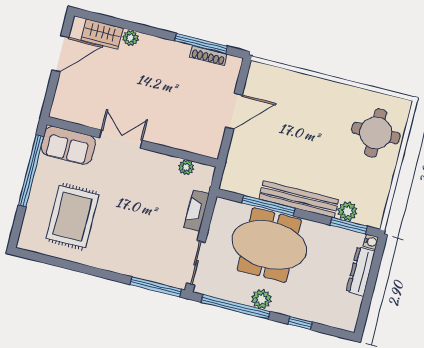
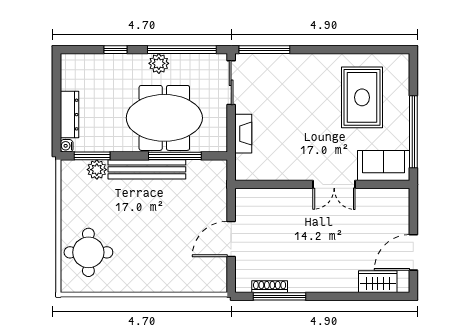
plant: (131, 38) -> (349, 285), removed
plant: (186, 167) -> (264, 173), removed

